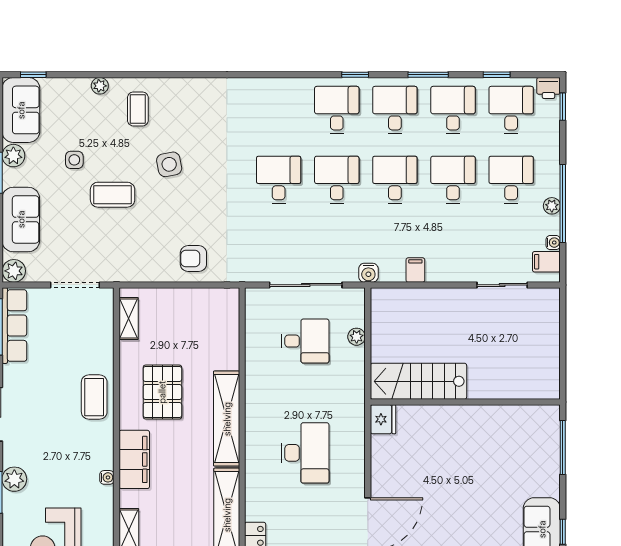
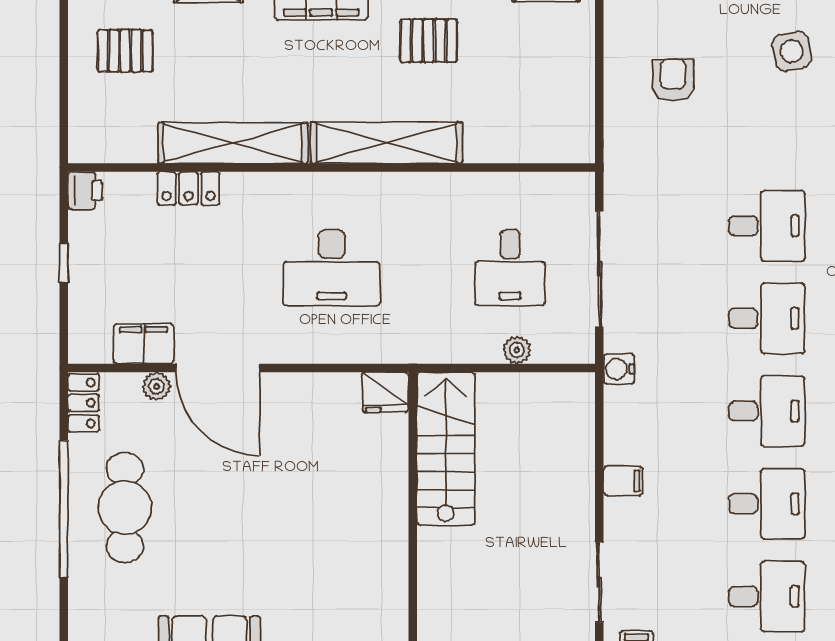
armchair: (193, 259) -> (673, 80), moved
filing cabinet: (415, 270) -> (623, 481), moved
pallet: (162, 392) -> (429, 41), width x0.67, depth x0.71

